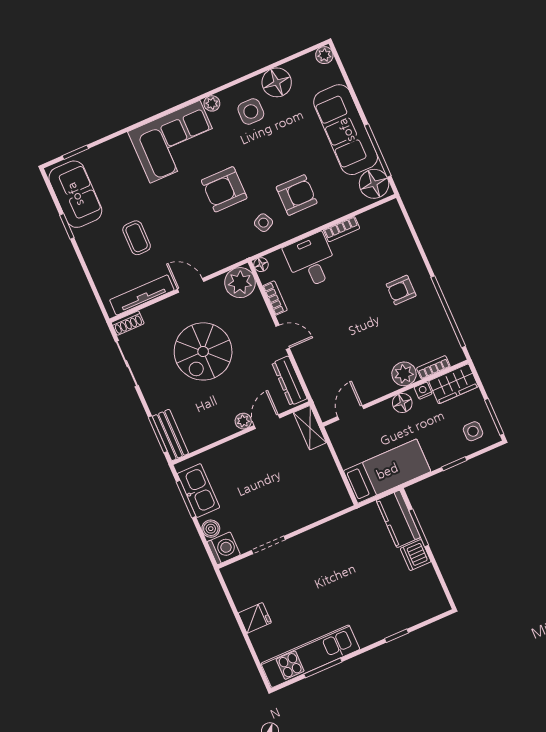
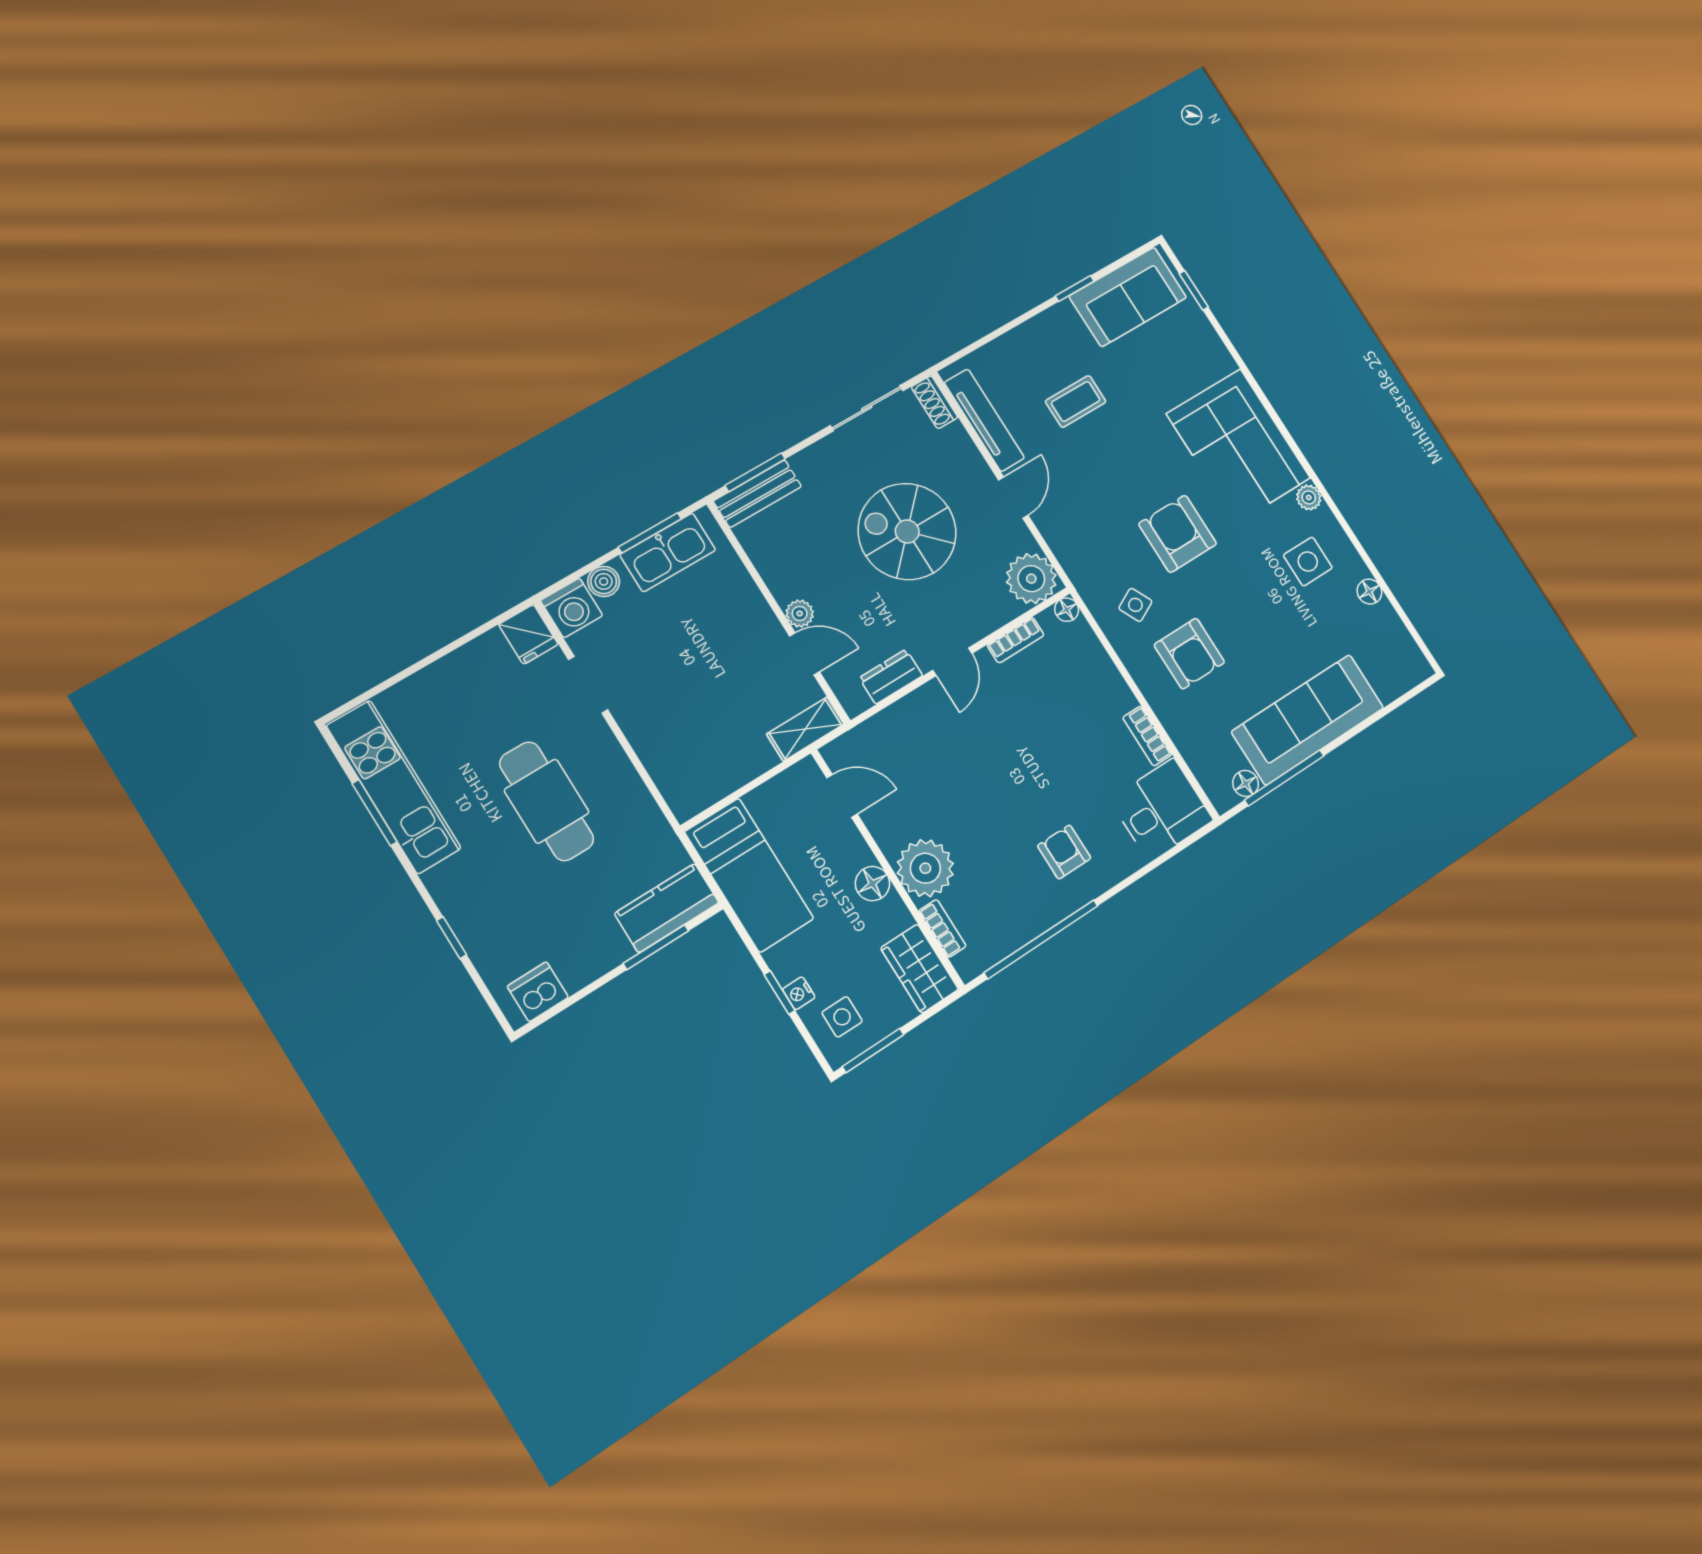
plant: (324, 55) -> (1417, 669), removed
floor lamp: (277, 82) -> (1369, 592), width x0.53, depth x0.53
floor lamp: (374, 184) -> (1246, 783), width x0.53, depth x0.53
desk: (311, 261) -> (1162, 810), moved
plant: (404, 374) -> (925, 868), width x1.36, depth x1.36
dresser: (289, 381) -> (891, 677), width x0.70
nightstand: (423, 391) -> (799, 993), moved, turned 180
dishwasher: (416, 555) -> (538, 992), moved
cafe table: (330, 576) -> (547, 801), added
fridge: (255, 618) -> (528, 634), moved

